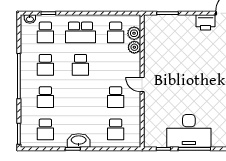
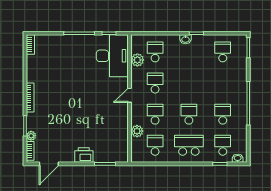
printer: (206, 22) -> (84, 155), moved
plant: (134, 33) -> (137, 60), moved
door: (142, 84) -> (130, 95), swing flipped
school desk: (45, 97) -> (155, 114), moved
desk: (189, 131) -> (112, 56), moved, turned 90
washbasin: (79, 140) -> (185, 39), width x0.52, depth x0.69

